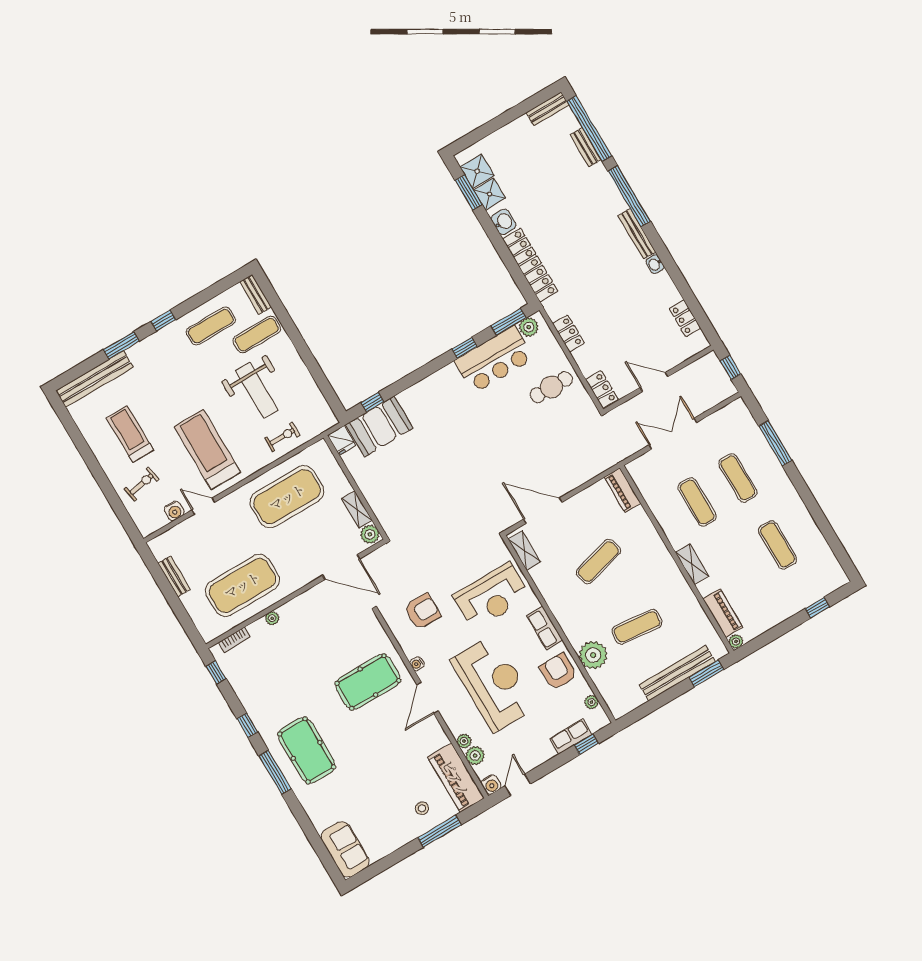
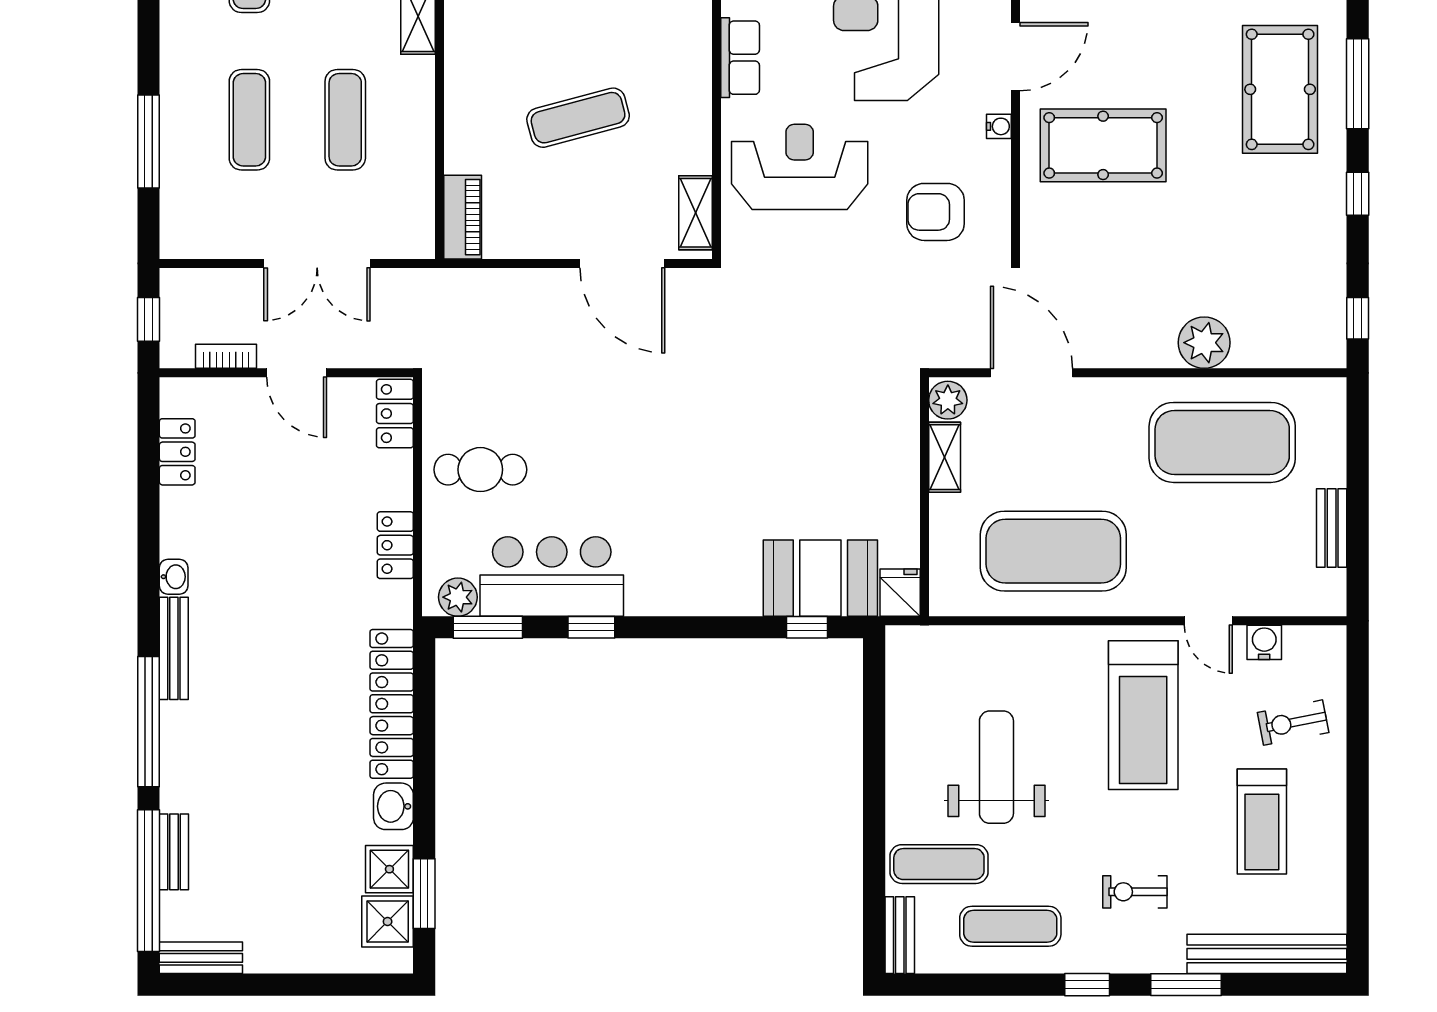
exercise bike: (282, 437) -> (1135, 892), moved
plant: (272, 618) -> (1204, 343), width x1.88, depth x1.88
bookcase: (234, 640) -> (226, 356), moved

